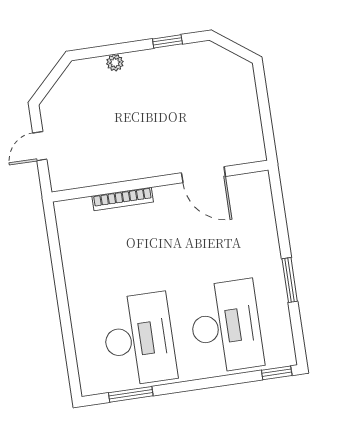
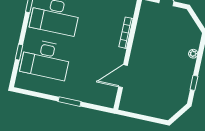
window: (290, 280) -> (70, 102), moved
window: (277, 373) -> (19, 52), moved

